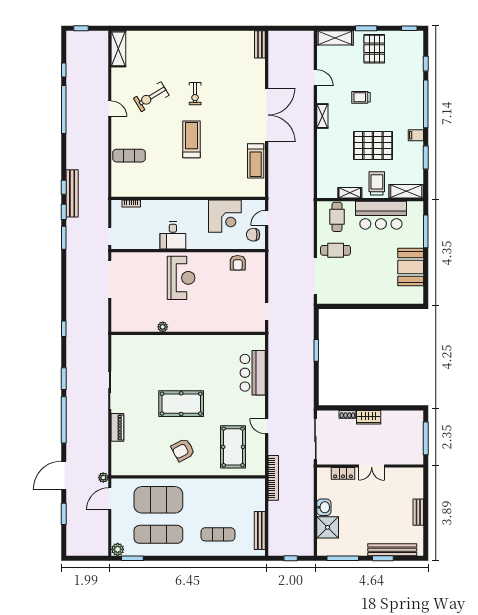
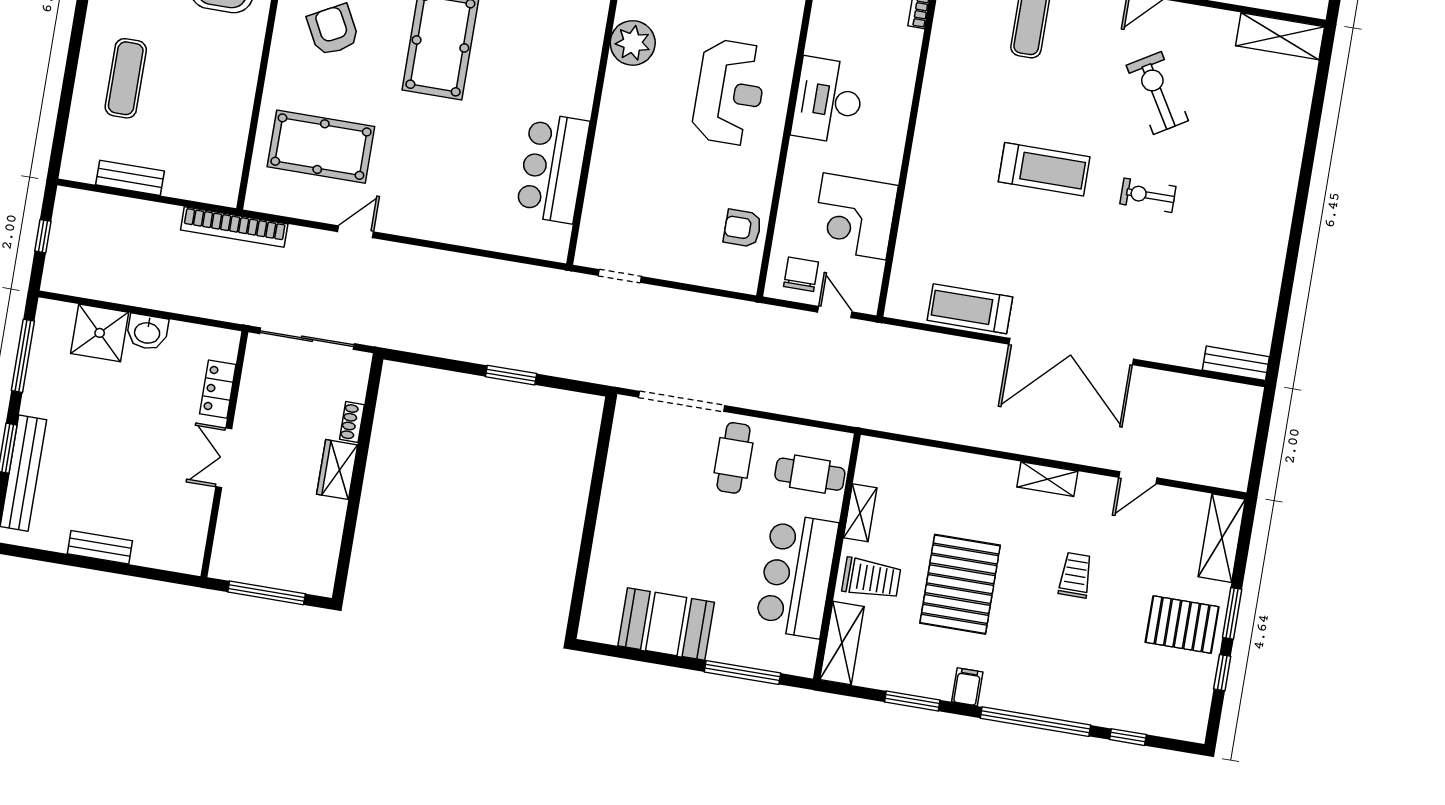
window: (409, 28) -> (1222, 673), moved
desk: (173, 236) -> (828, 100), width x1.37
reception desk: (181, 278) -> (730, 92), turned -90
plant: (163, 327) -> (633, 43), width x1.88, depth x1.88
bar counter: (253, 373) -> (553, 168), moved, turned -90
bench: (260, 531) -> (130, 178), width x0.73

